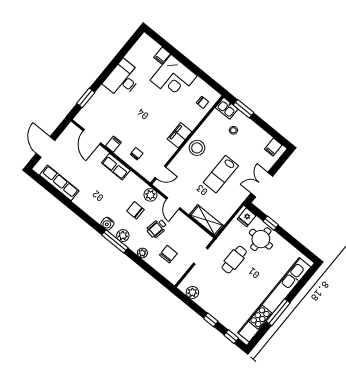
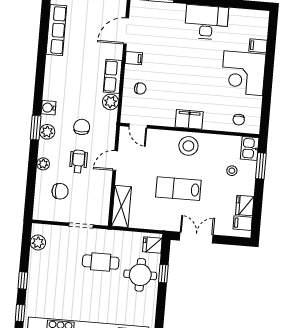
fridge: (262, 138) -> (245, 206), added
plant: (150, 195) -> (110, 102), moved
wheelchair: (157, 228) -> (78, 161), turned 80
window: (115, 241) -> (36, 128), width x0.69

